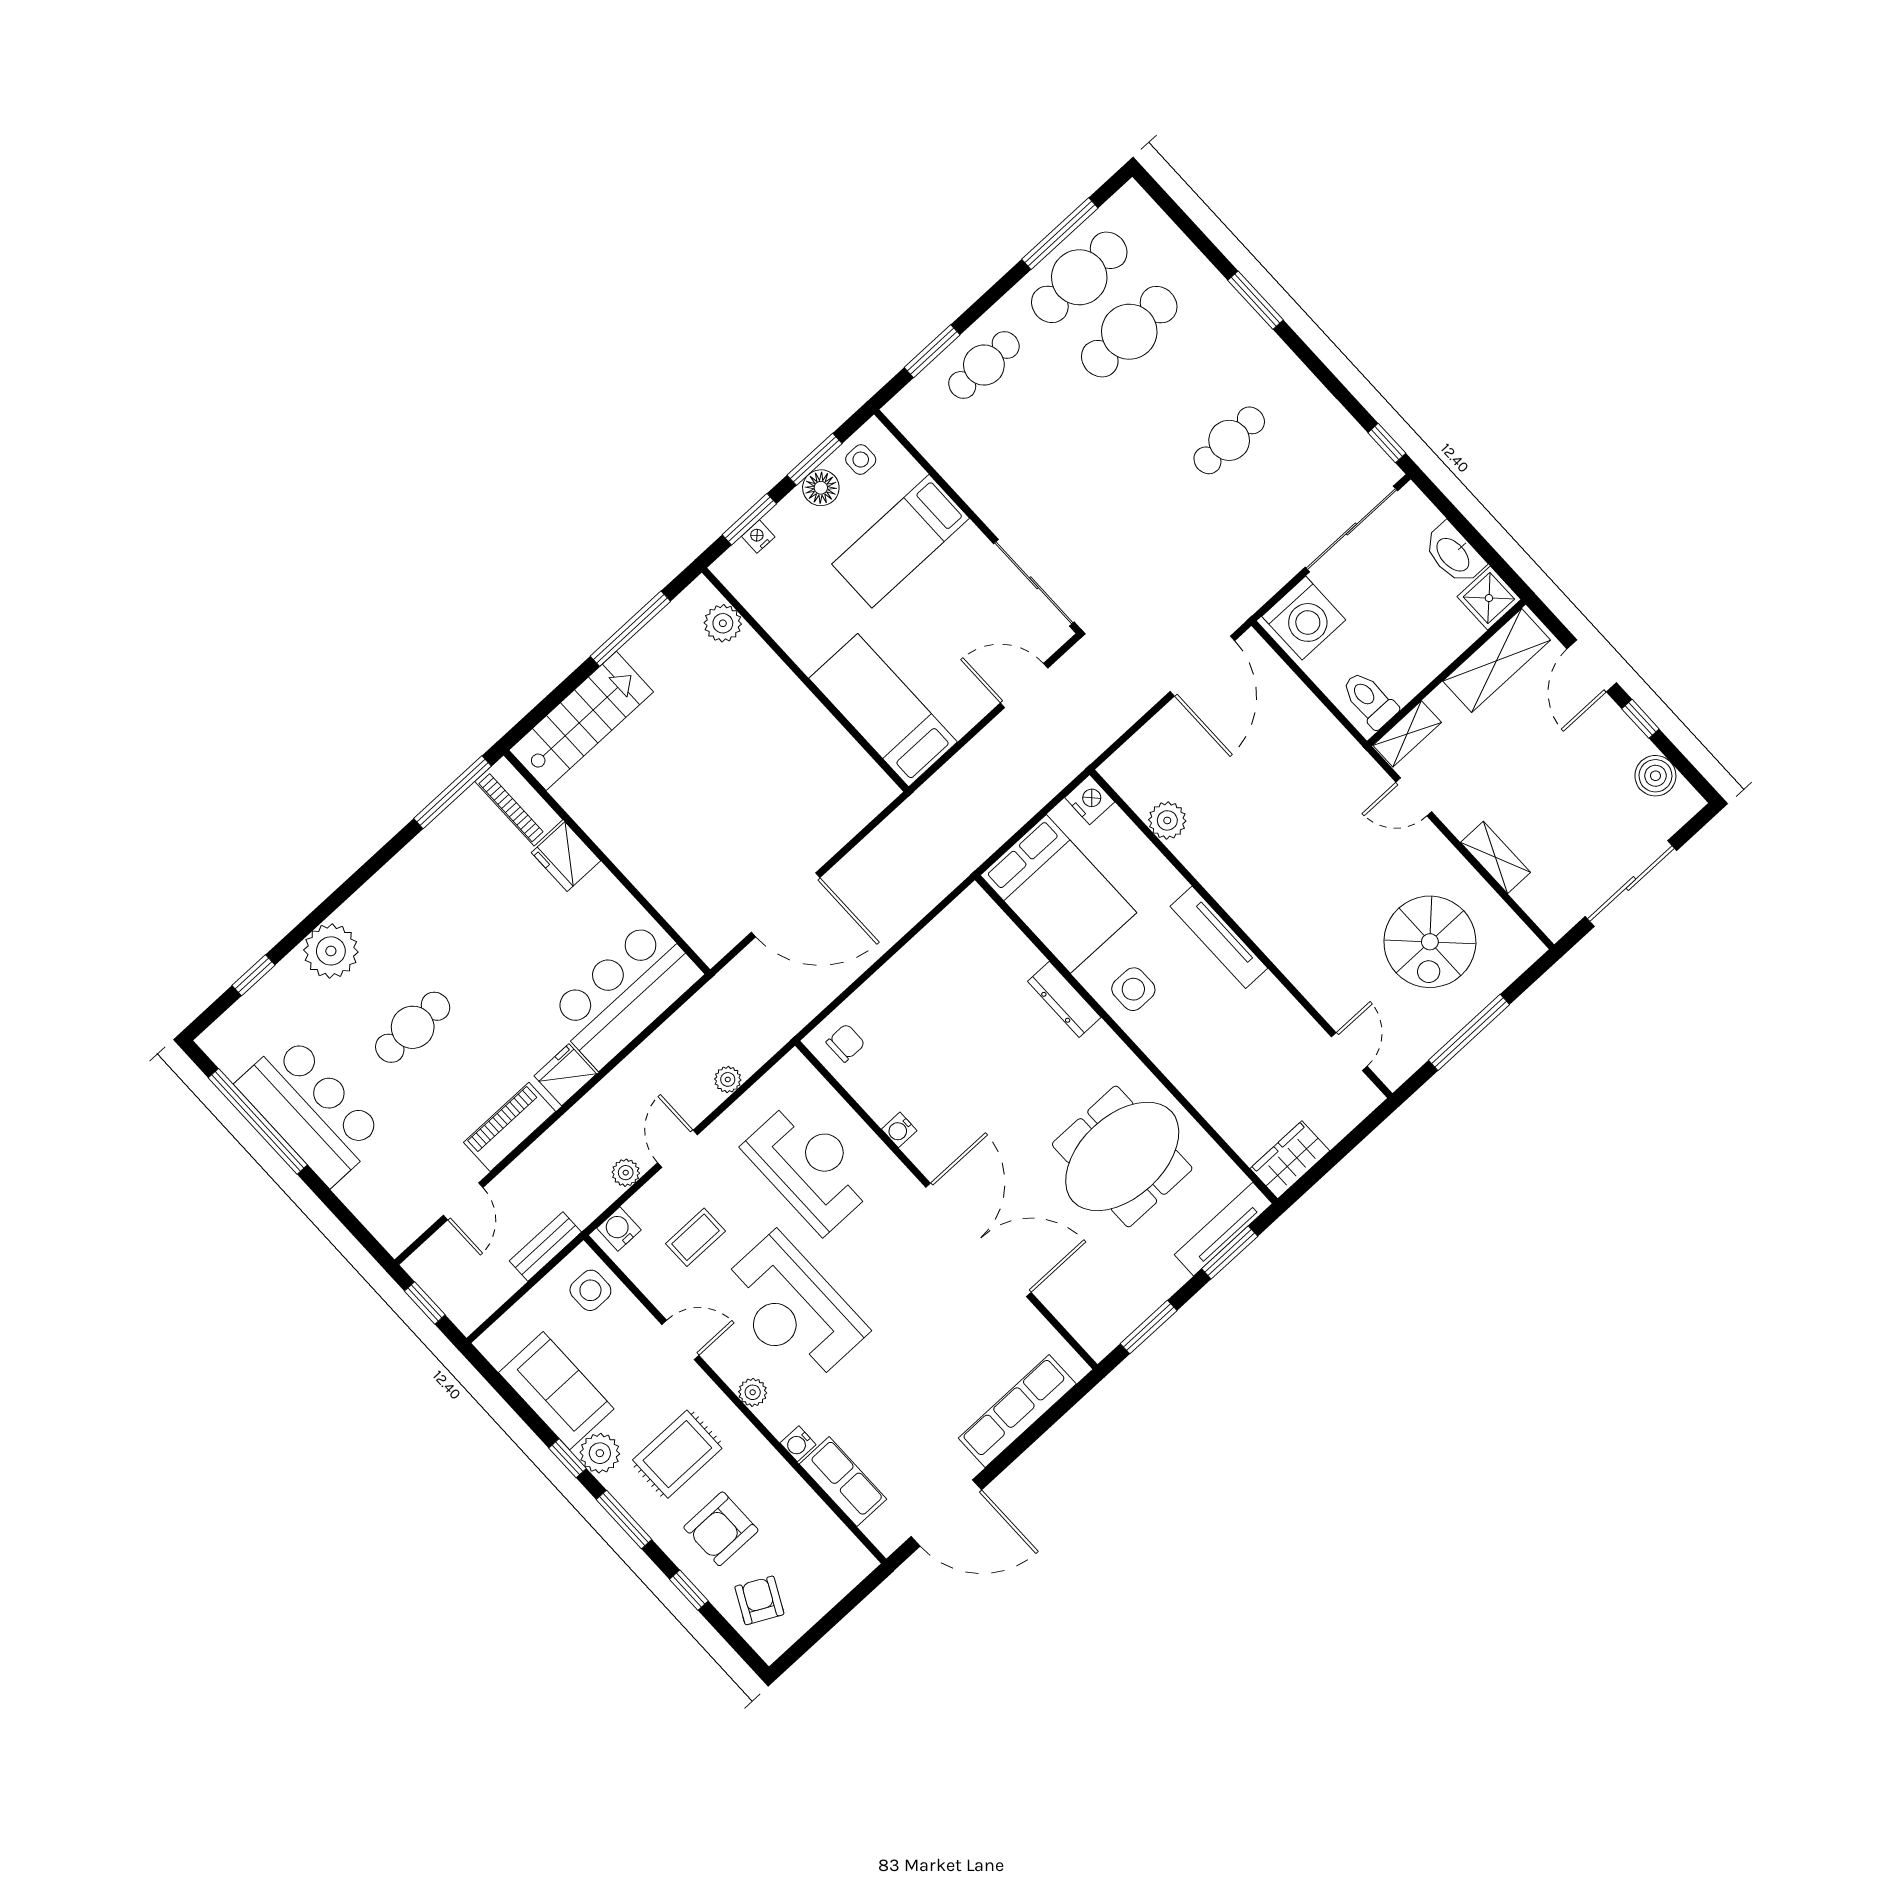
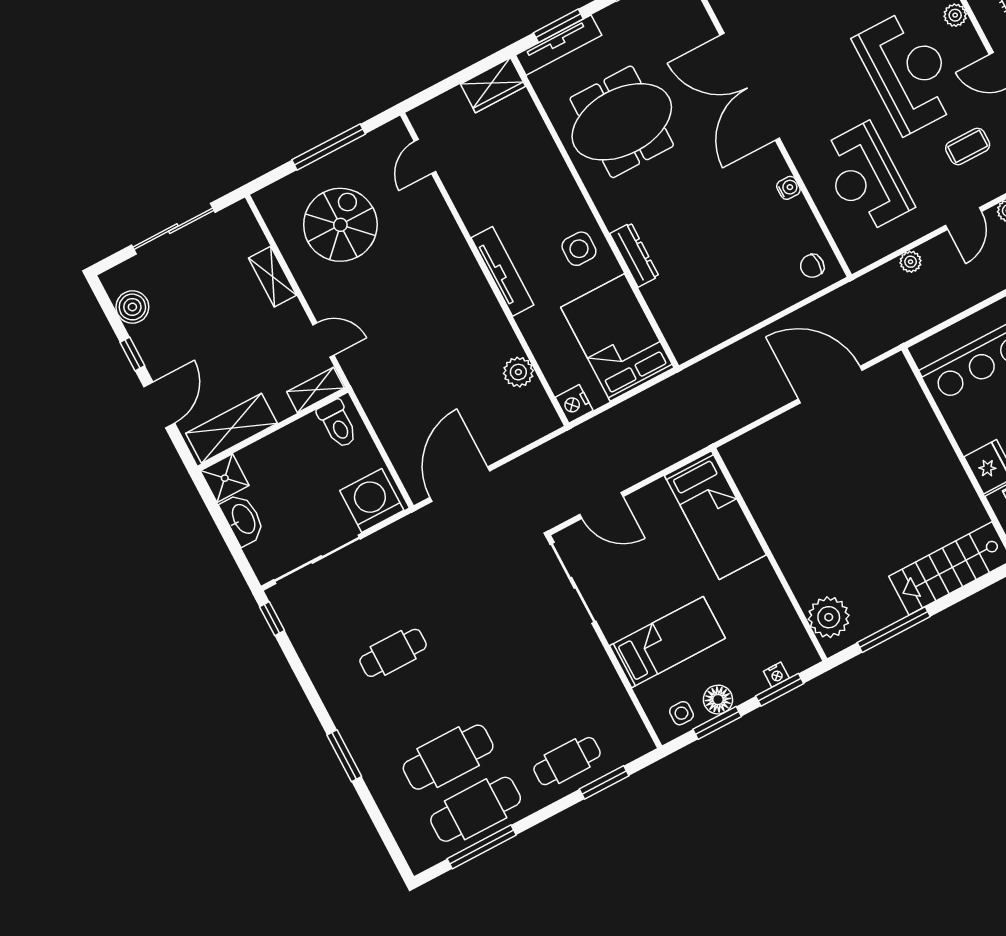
plant: (723, 623) -> (829, 617), width x1.36, depth x1.36

